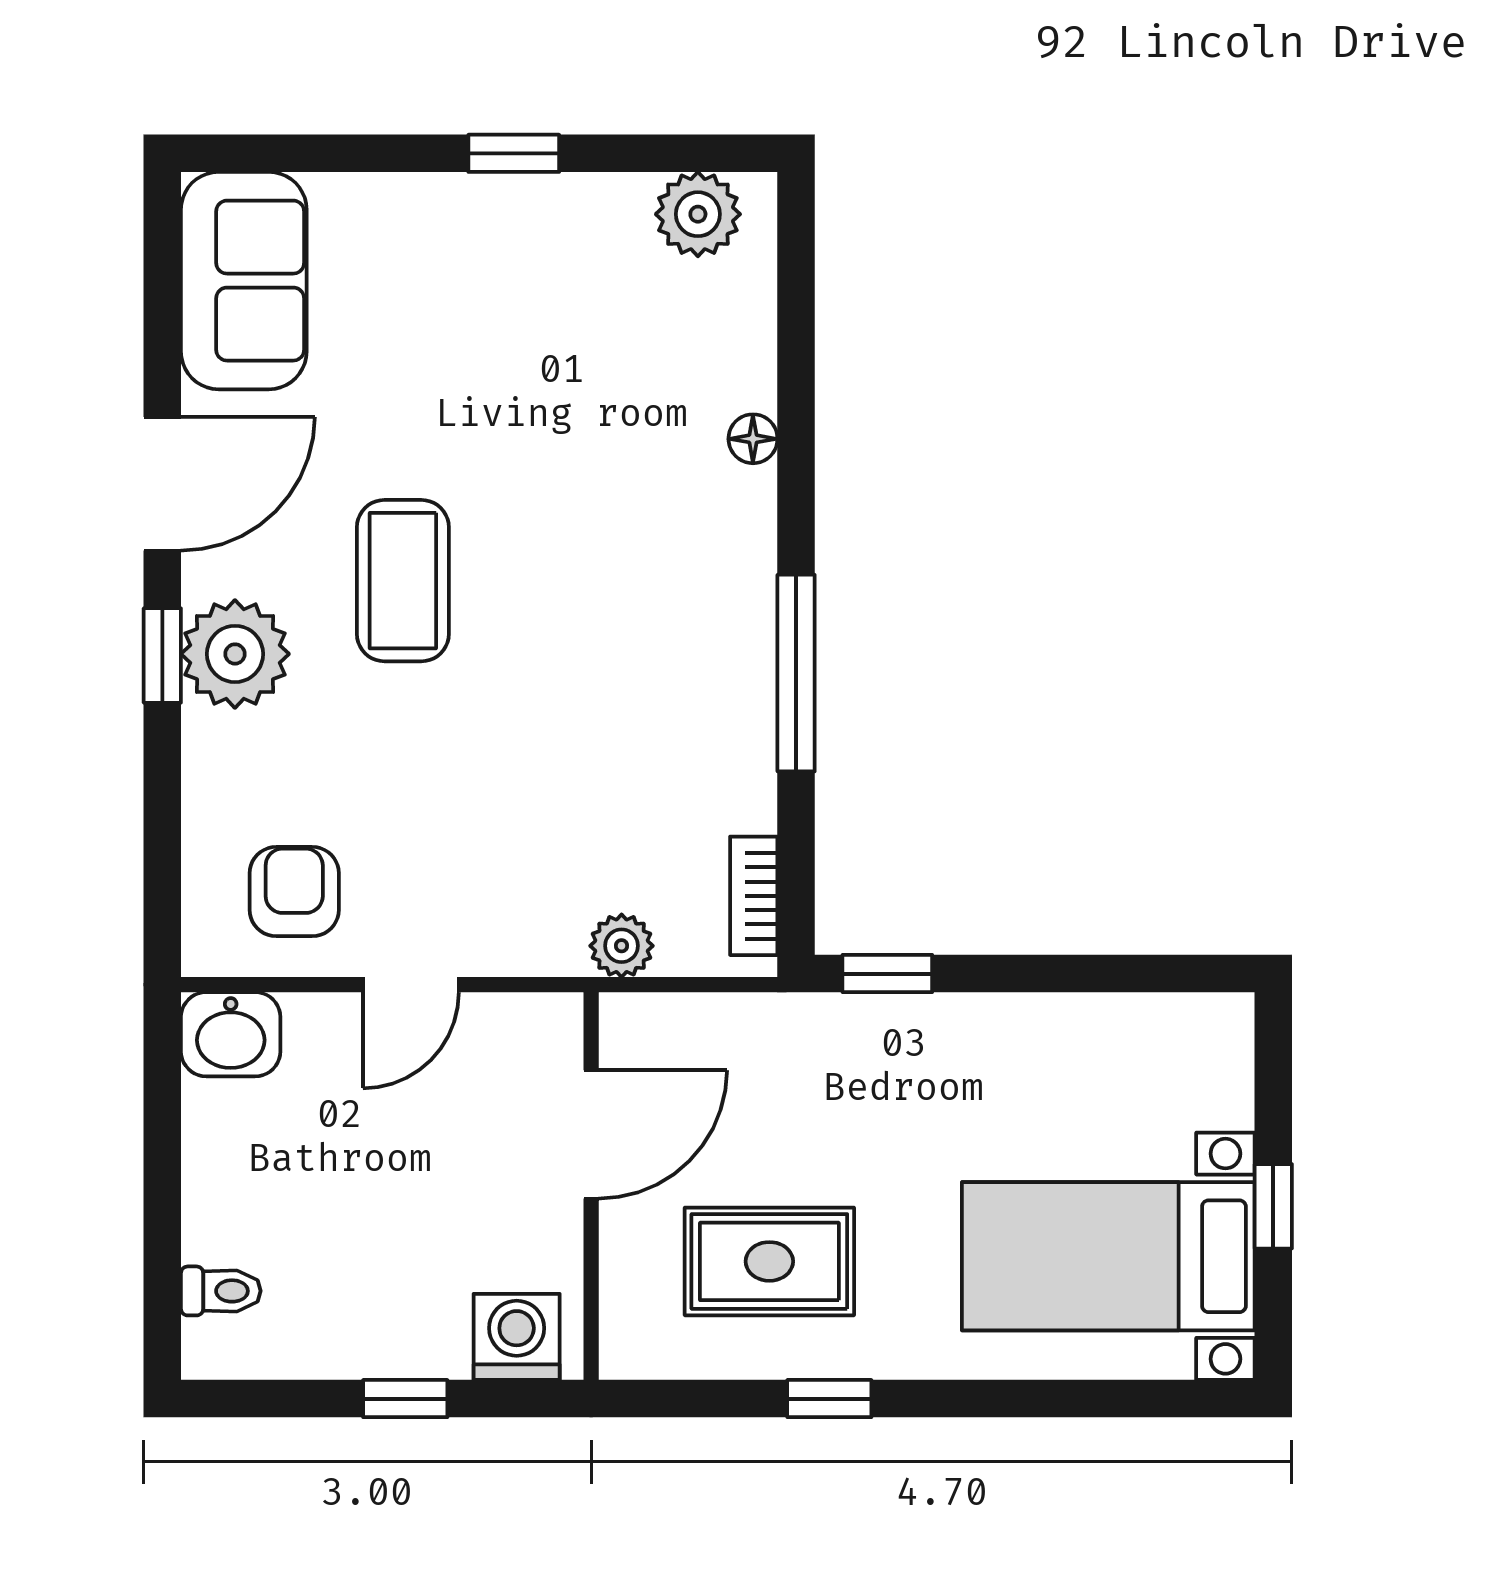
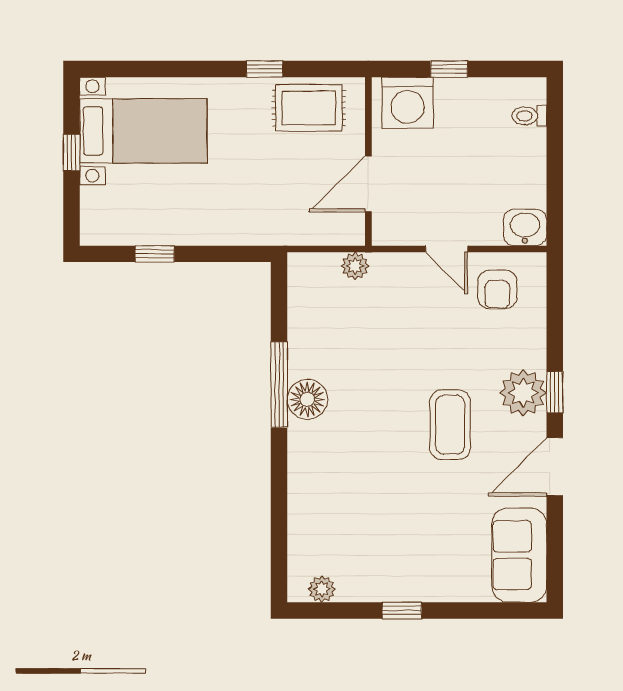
plant: (698, 214) -> (322, 589), width x0.73, depth x0.73
floor lamp: (753, 439) -> (307, 399), moved, width x1.89, depth x1.89
bookcase: (754, 896) -> (298, 288), removed
window: (887, 974) -> (155, 254), moved
door: (411, 985) -> (447, 249), swing flipped
rug: (769, 1261) -> (309, 108), moved
washing machine: (517, 1337) -> (408, 103), width x1.37, depth x1.37

